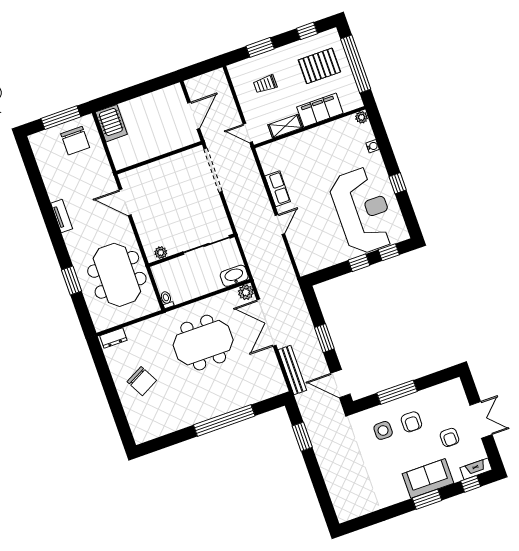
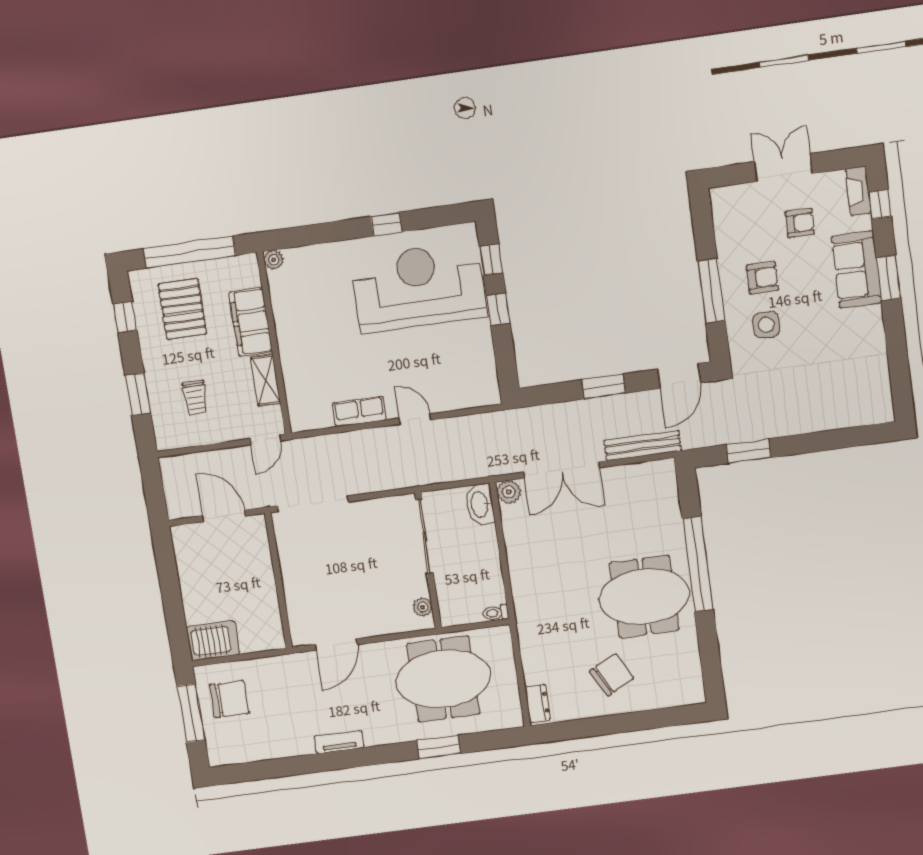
water cooler: (373, 146) -> (322, 252), removed
meeting table: (203, 343) -> (644, 597), moved, turned 90

